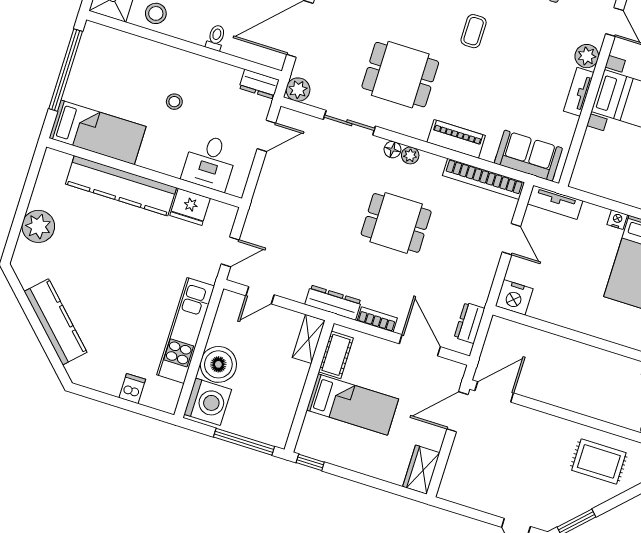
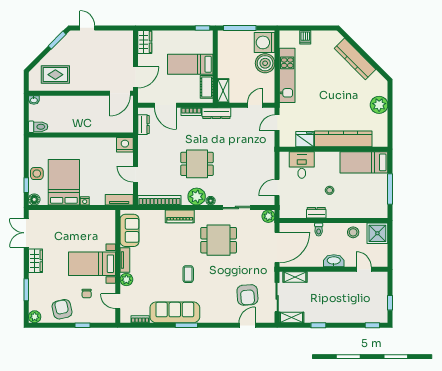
window: (66, 70) -> (390, 189), width x0.68
dresser: (259, 84) -> (316, 213), moved
plant: (410, 155) -> (197, 197), width x1.87, depth x1.87
sofa: (528, 156) -> (130, 230), moved, turned -90

